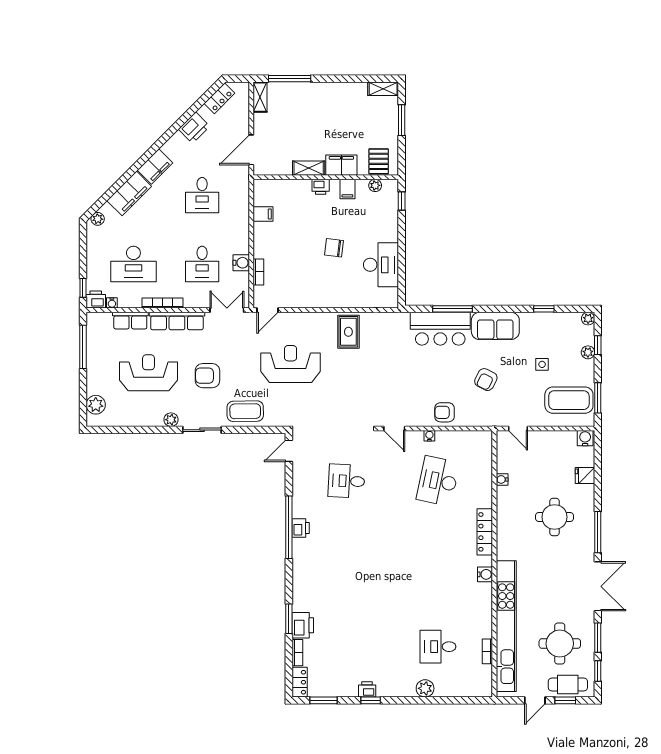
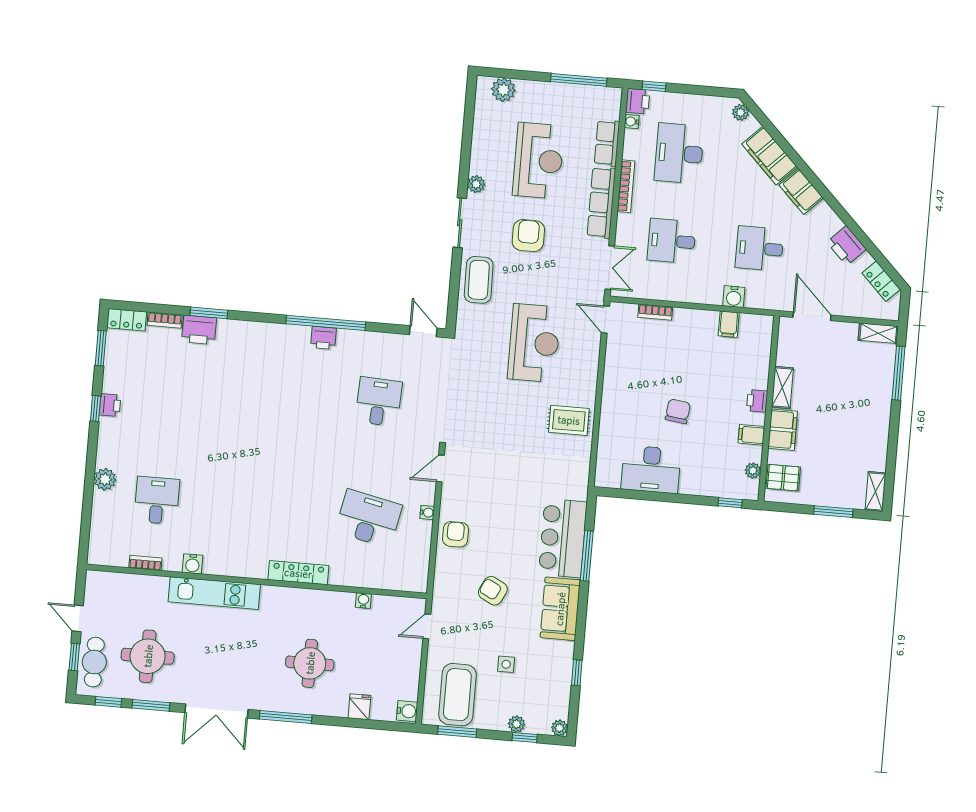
water cooler: (241, 263) -> (734, 297), moved
water cooler: (485, 574) -> (192, 564), moved
kitchen unit: (506, 626) -> (214, 593), width x0.54

